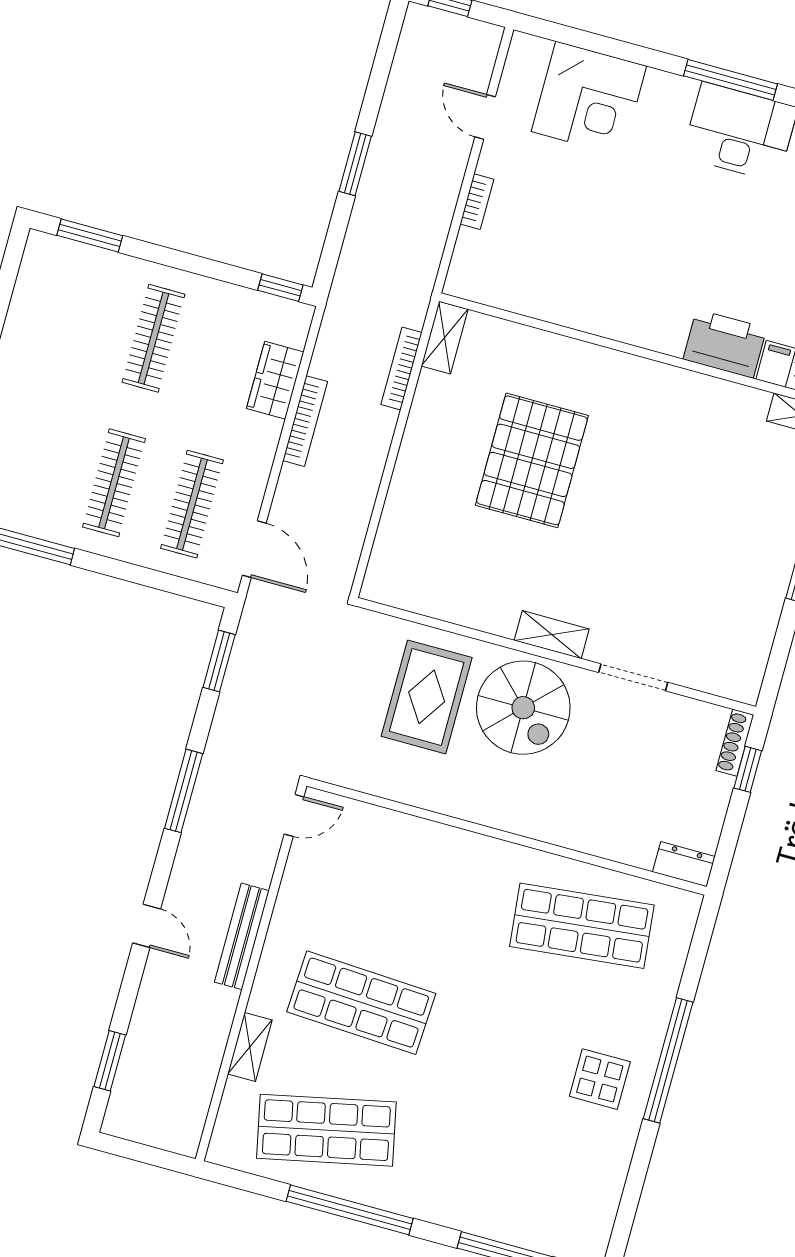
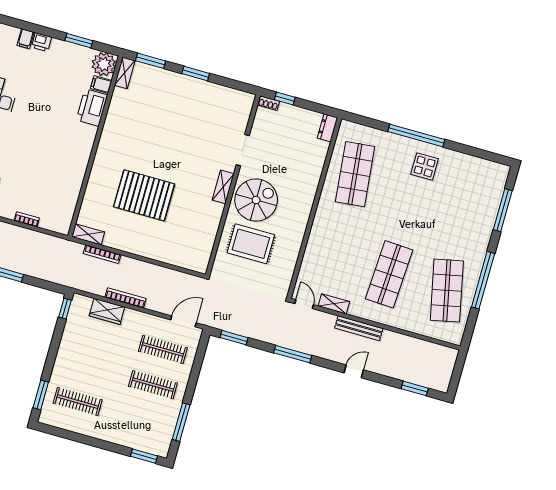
clothes rail: (154, 338) -> (78, 402), moved
shoe rack: (735, 743) -> (268, 103), width x0.70
shelving: (250, 1047) -> (334, 304), moved

